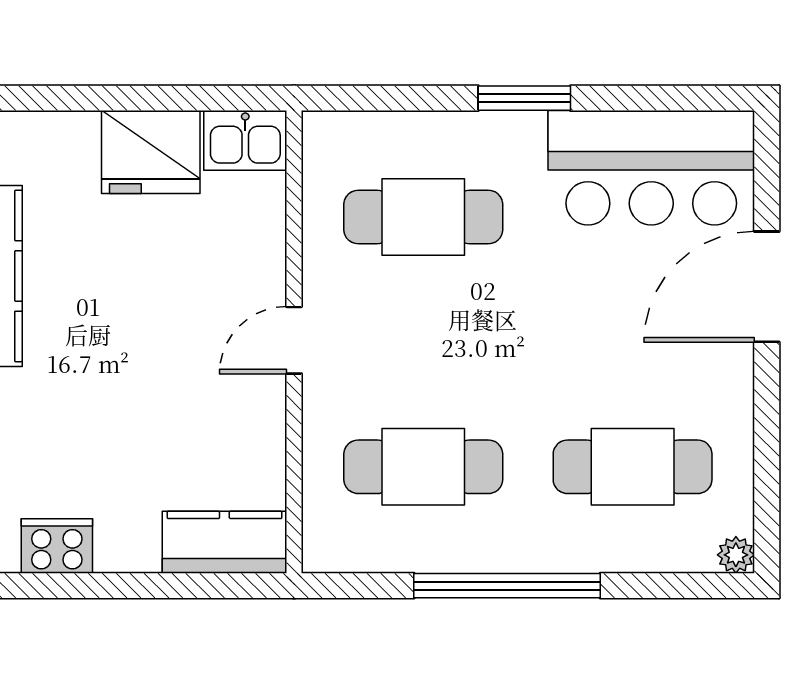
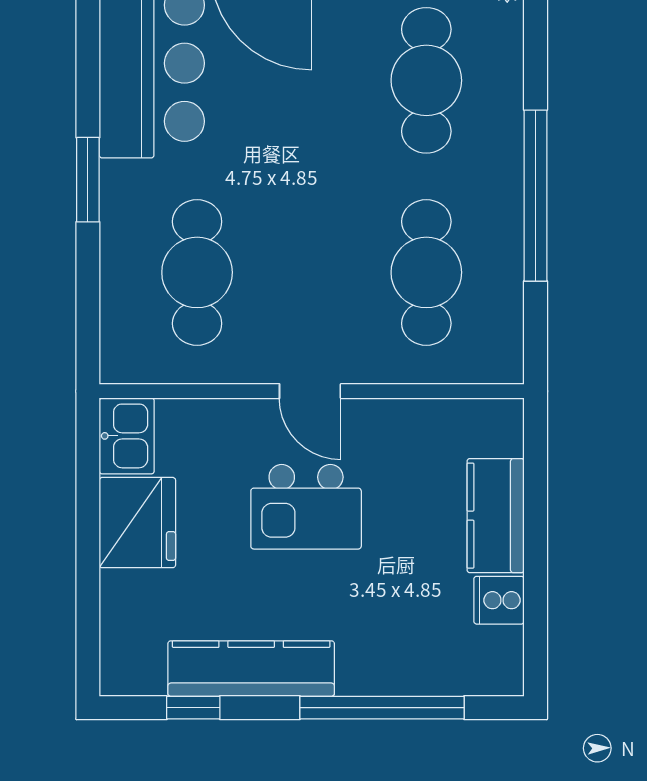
kitchen island: (168, 336) -> (306, 507), added
kitchen counter: (224, 542) -> (496, 516), moved
cooker: (57, 546) -> (499, 600), width x0.73

